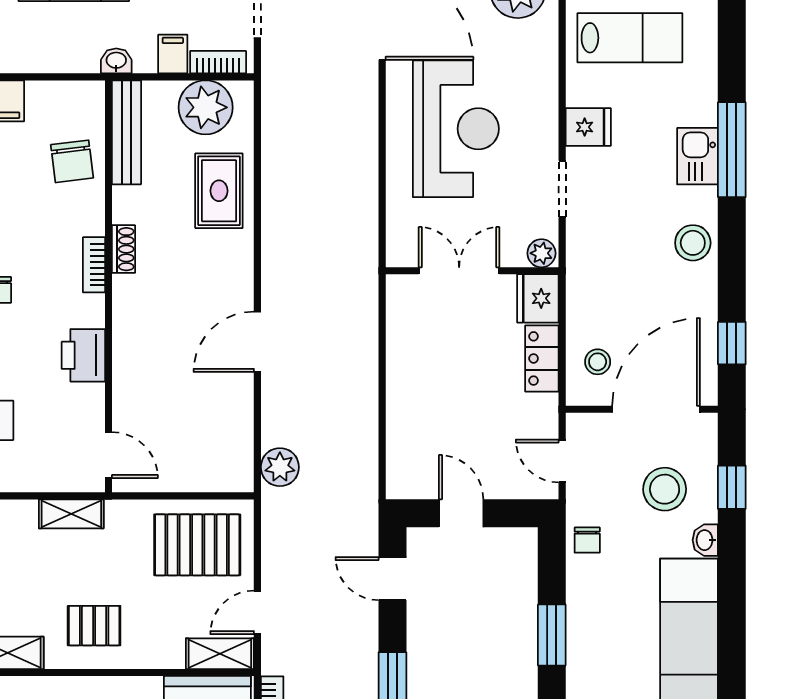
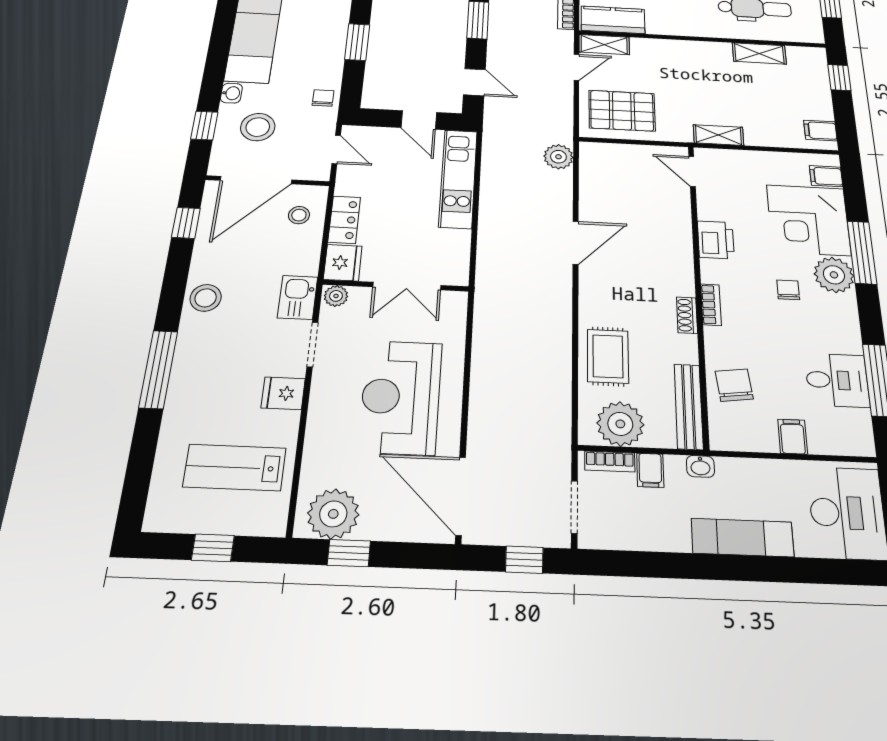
kitchen sink: (697, 156) -> (298, 297), moved, turned 180
kitchen unit: (406, 427) -> (458, 178), added
pallet: (94, 626) -> (697, 66), removed

